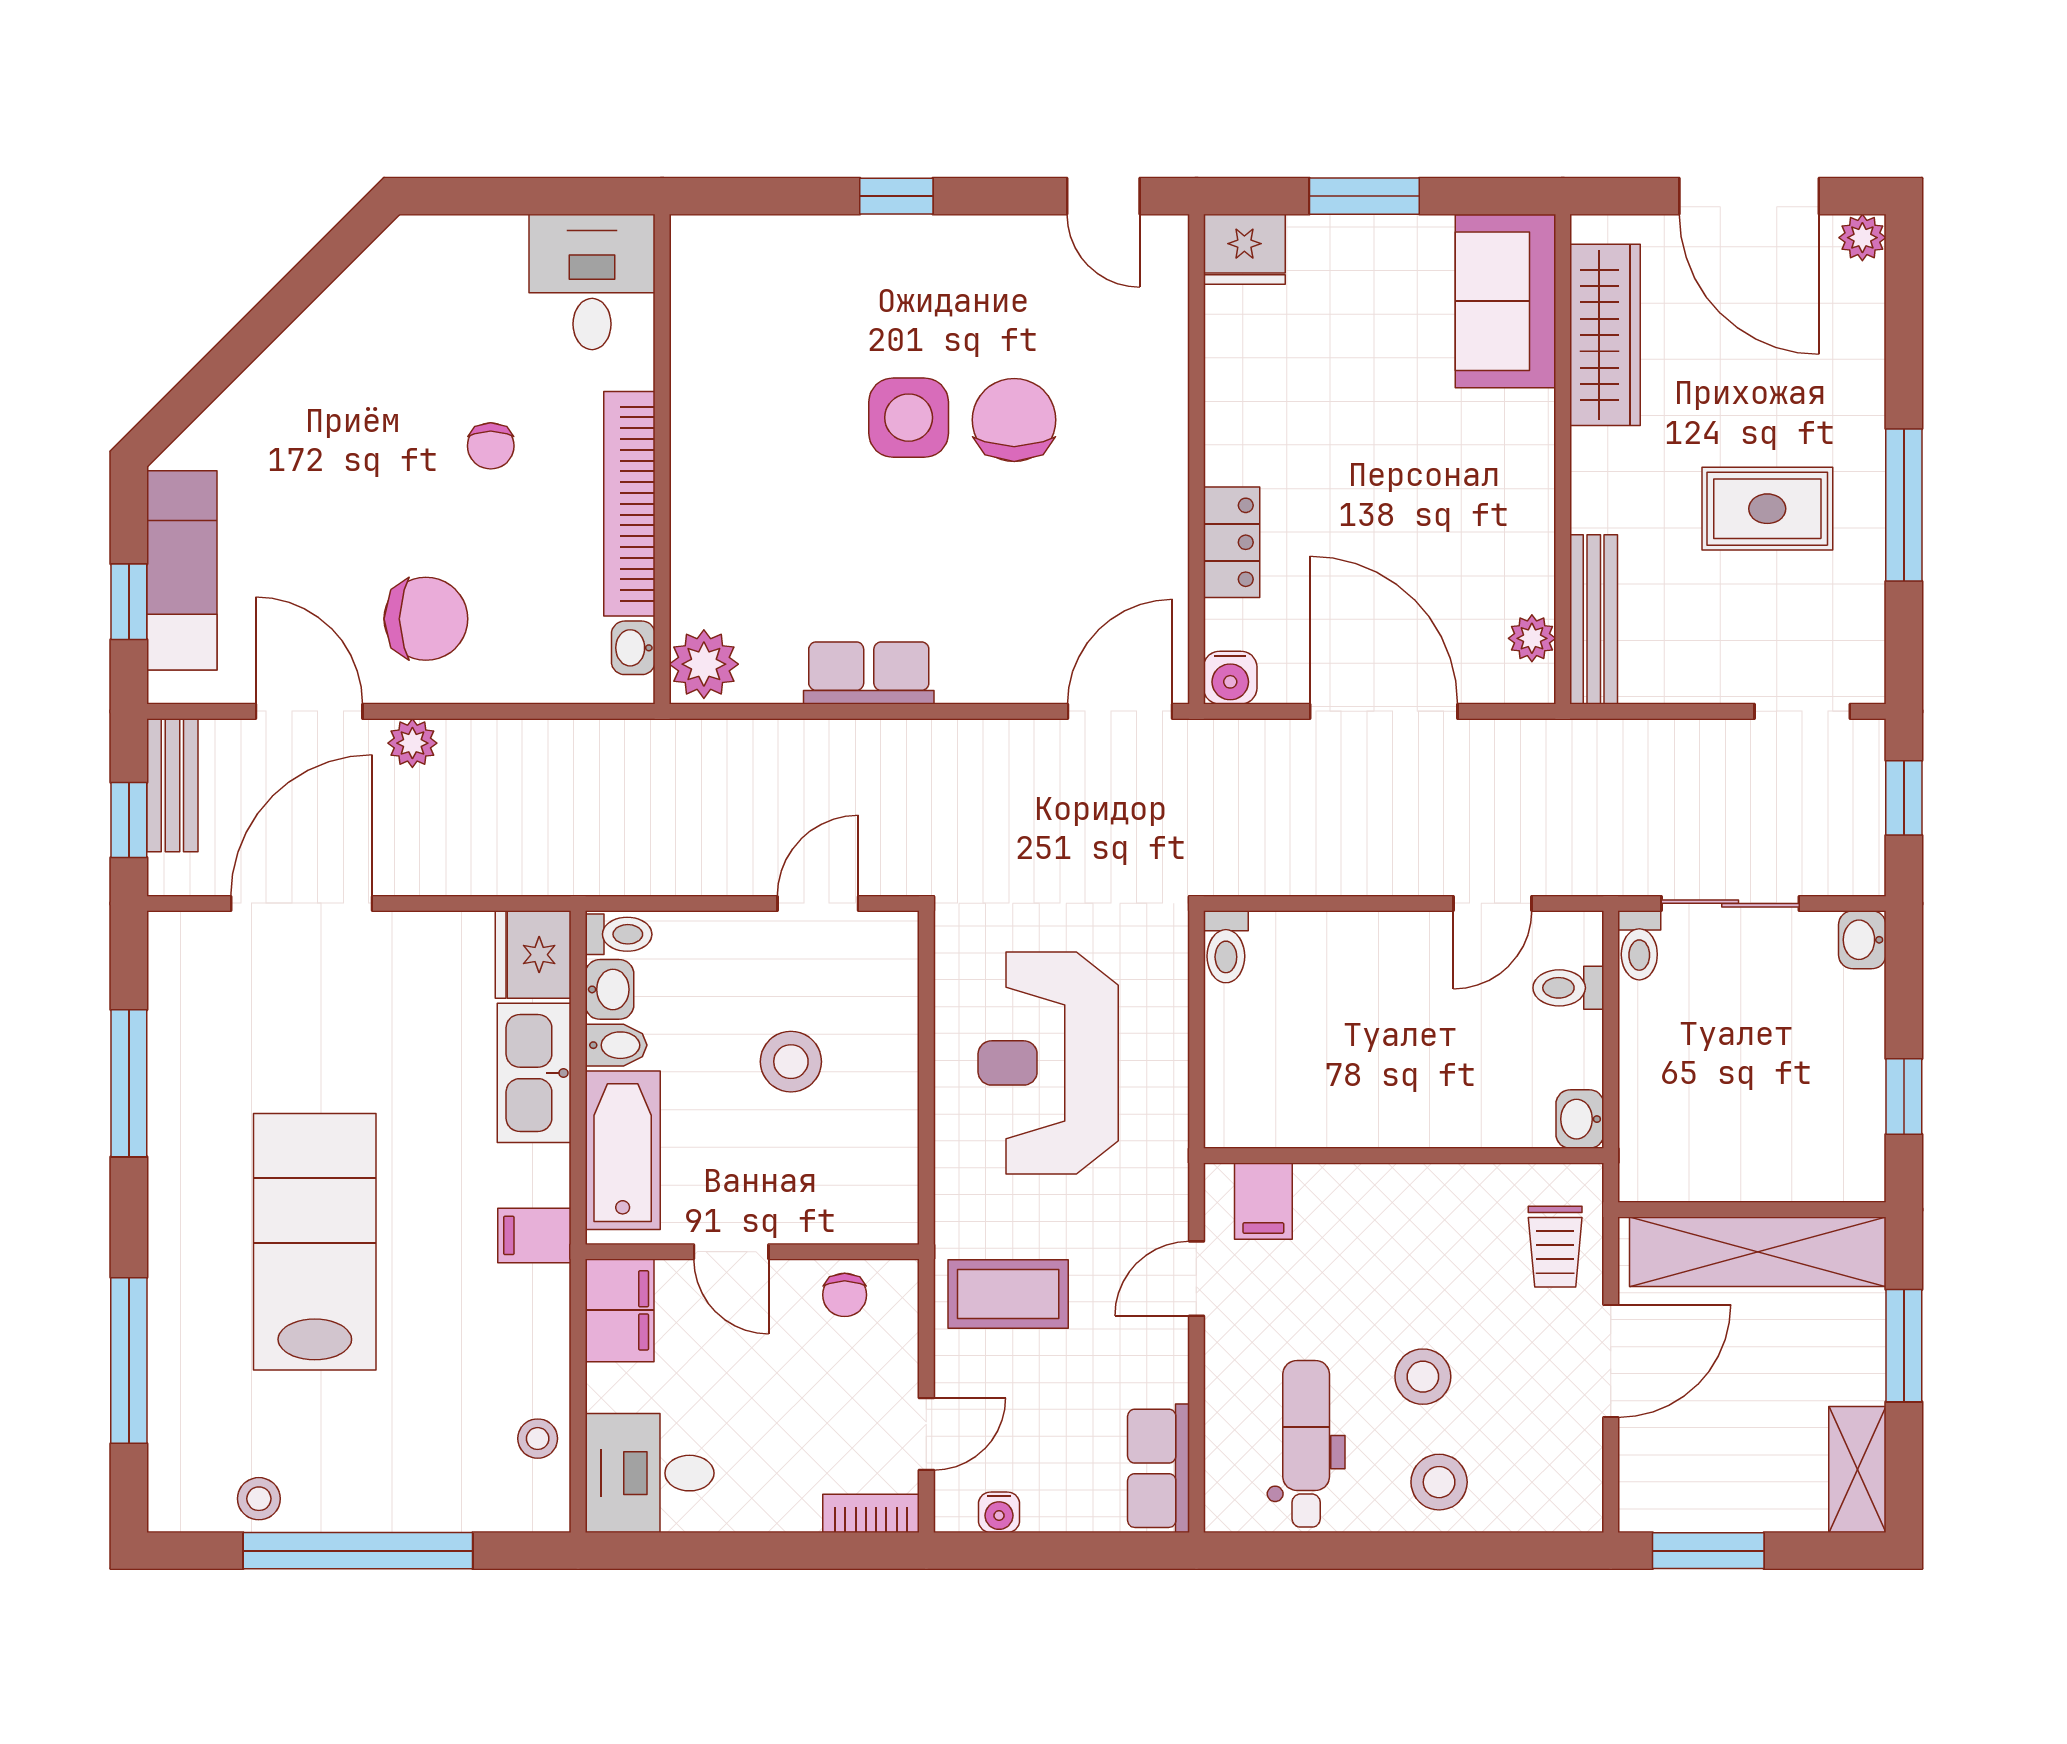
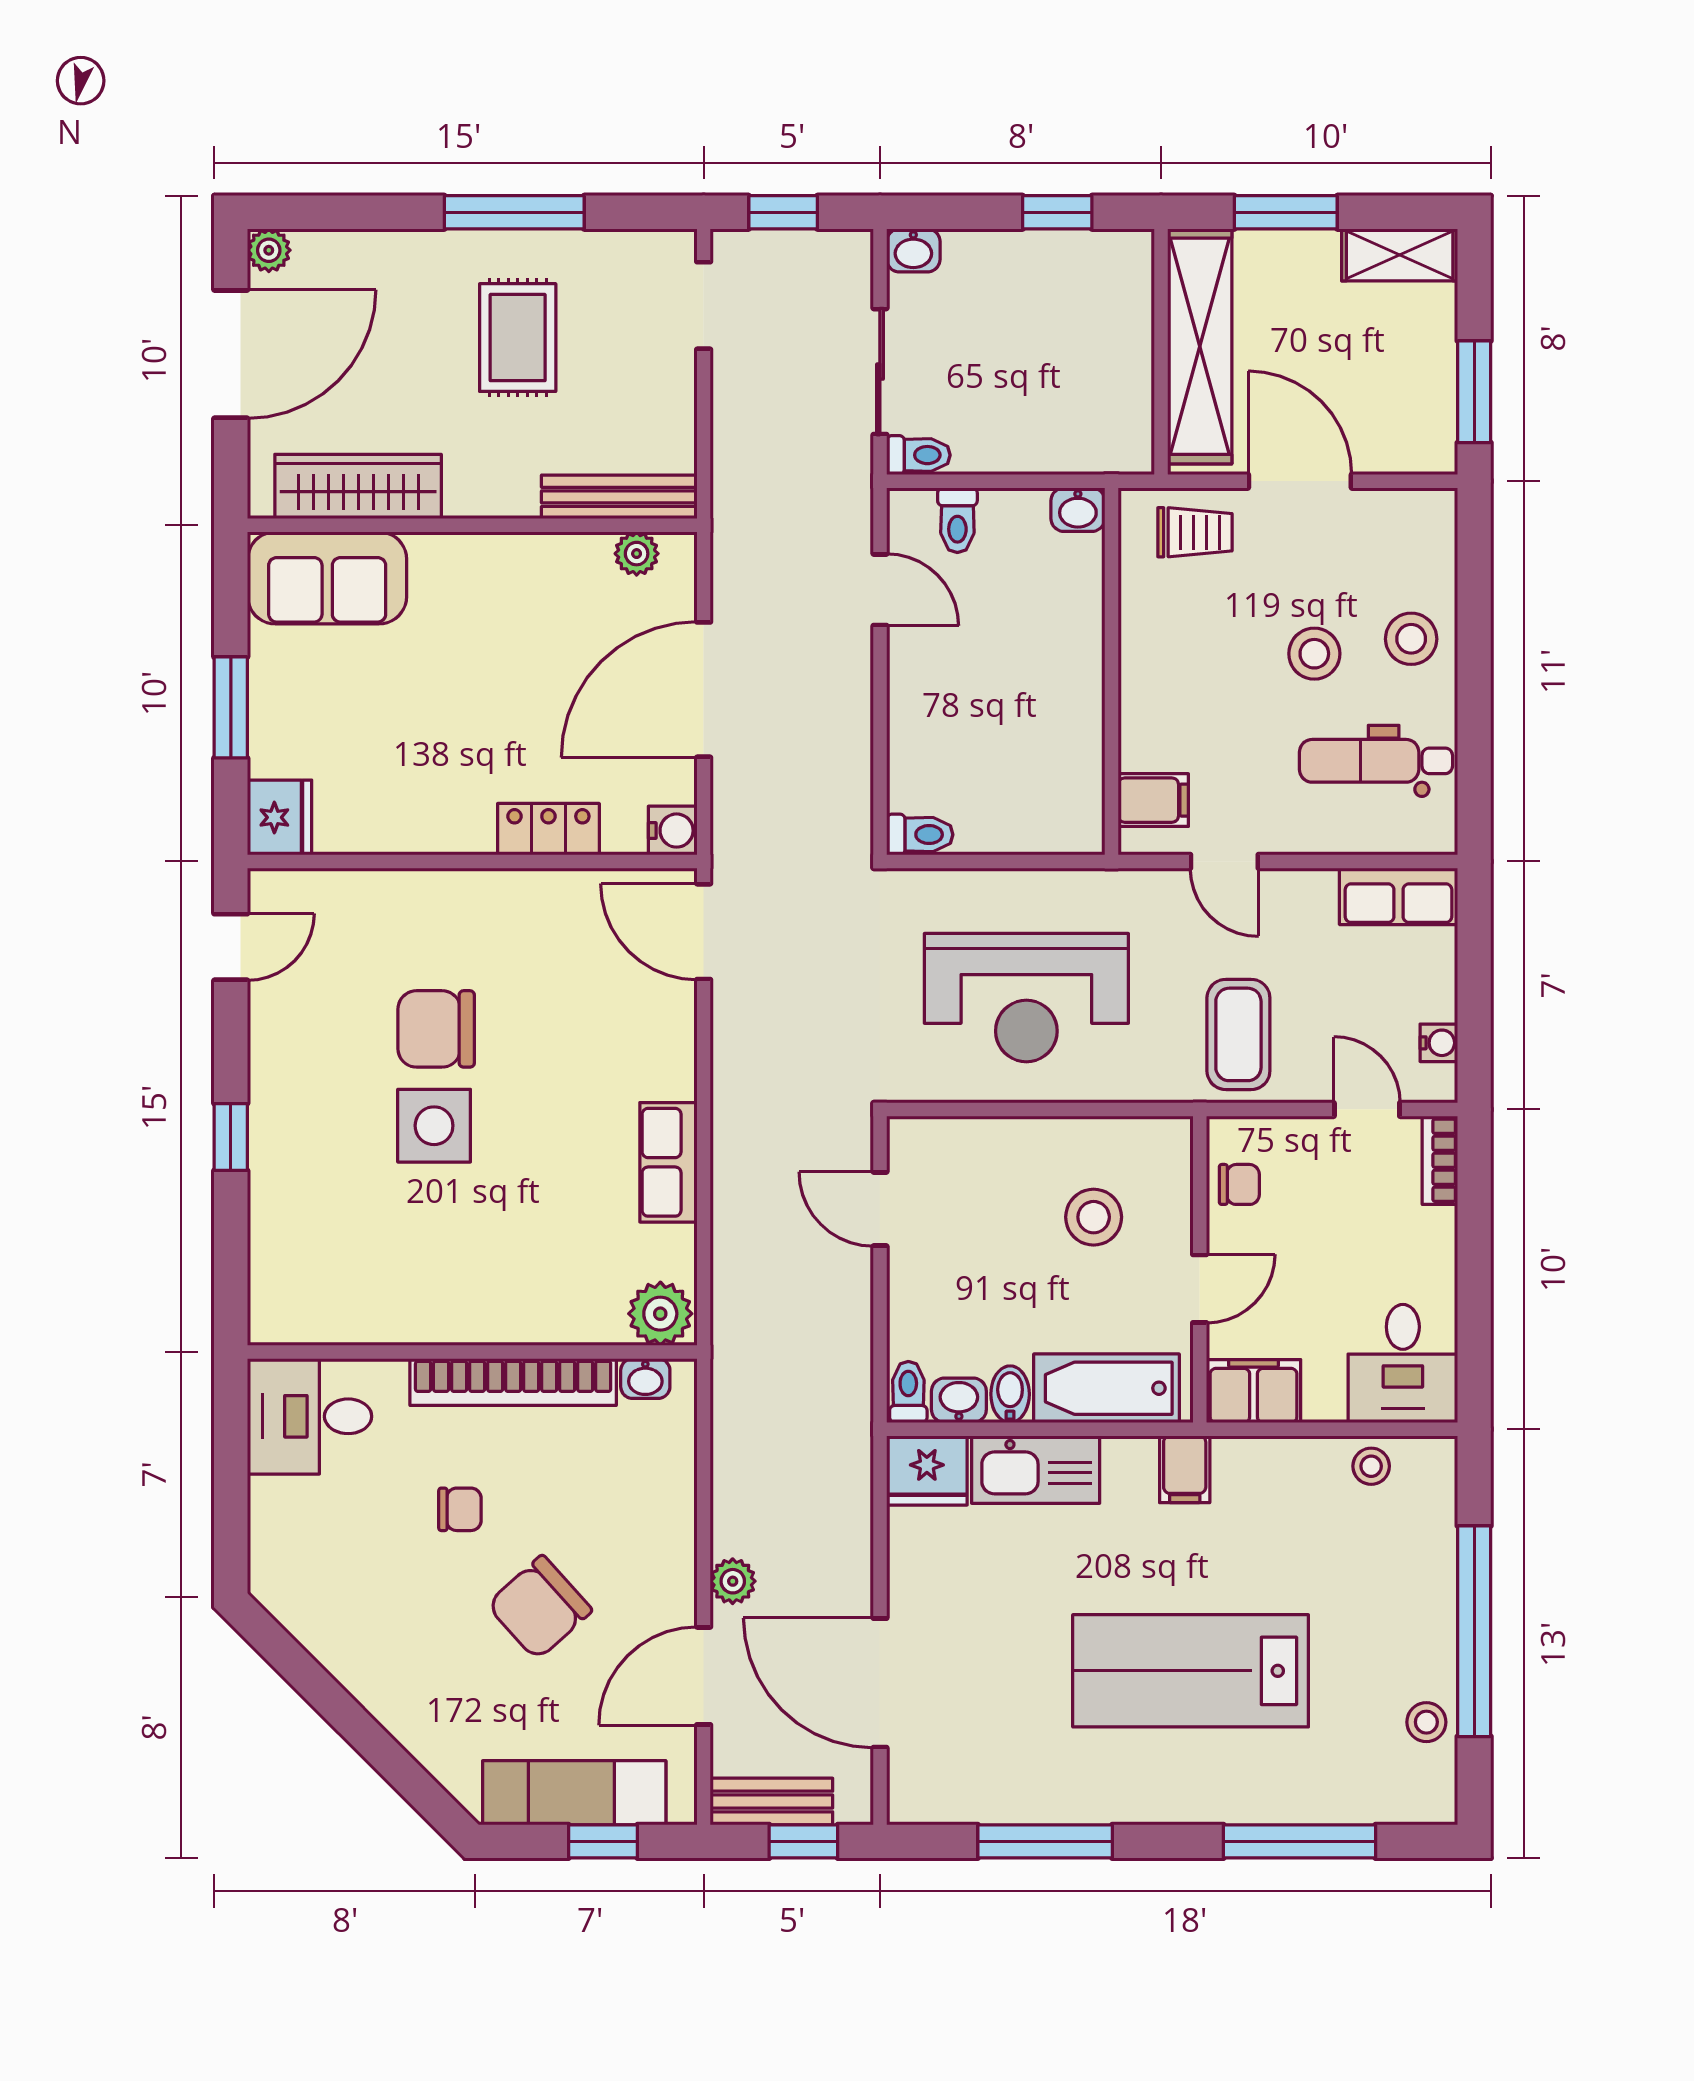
chair: (426, 619) -> (539, 1608), moved, turned -132
stool: (791, 1062) -> (1094, 1217), moved

